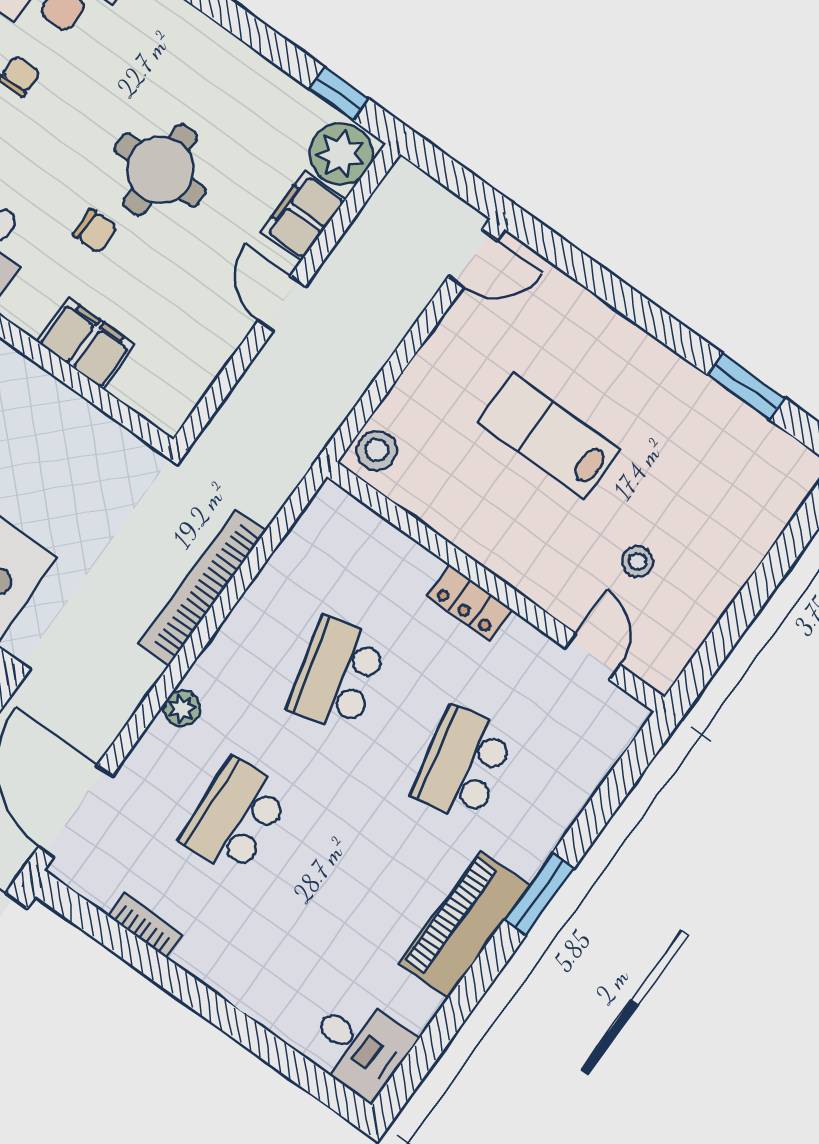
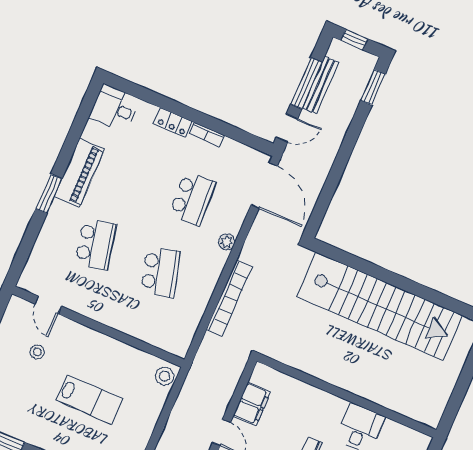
filing cabinet: (86, 343) -> (252, 404), moved, turned -90
locker: (470, 603) -> (173, 123), moved, turned 180
bookcase: (145, 925) -> (207, 135), moved

